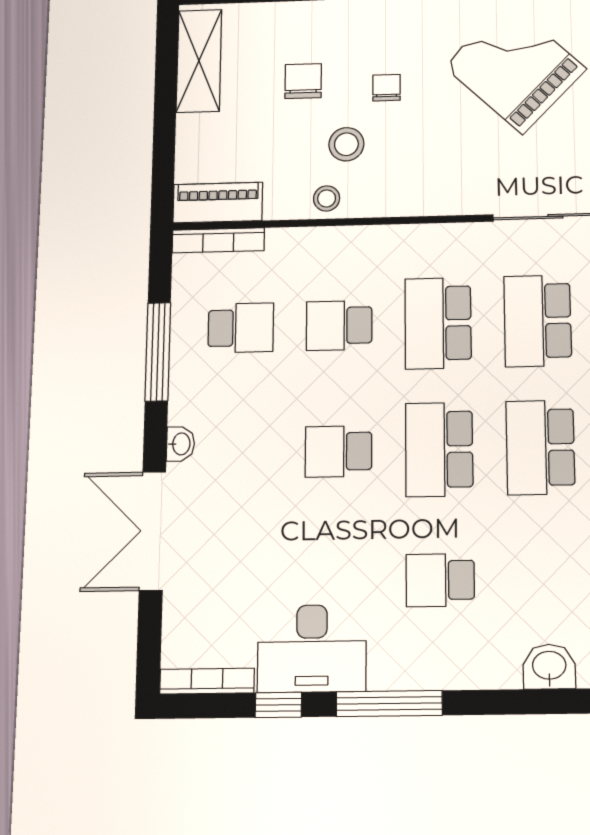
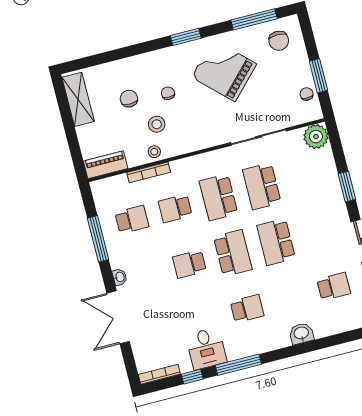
bookcase: (218, 240) -> (149, 172), moved
school desk: (439, 449) -> (233, 253), turned 180
school desk: (440, 580) -> (247, 309), turned 180
desk: (312, 648) -> (206, 349), width x0.73

